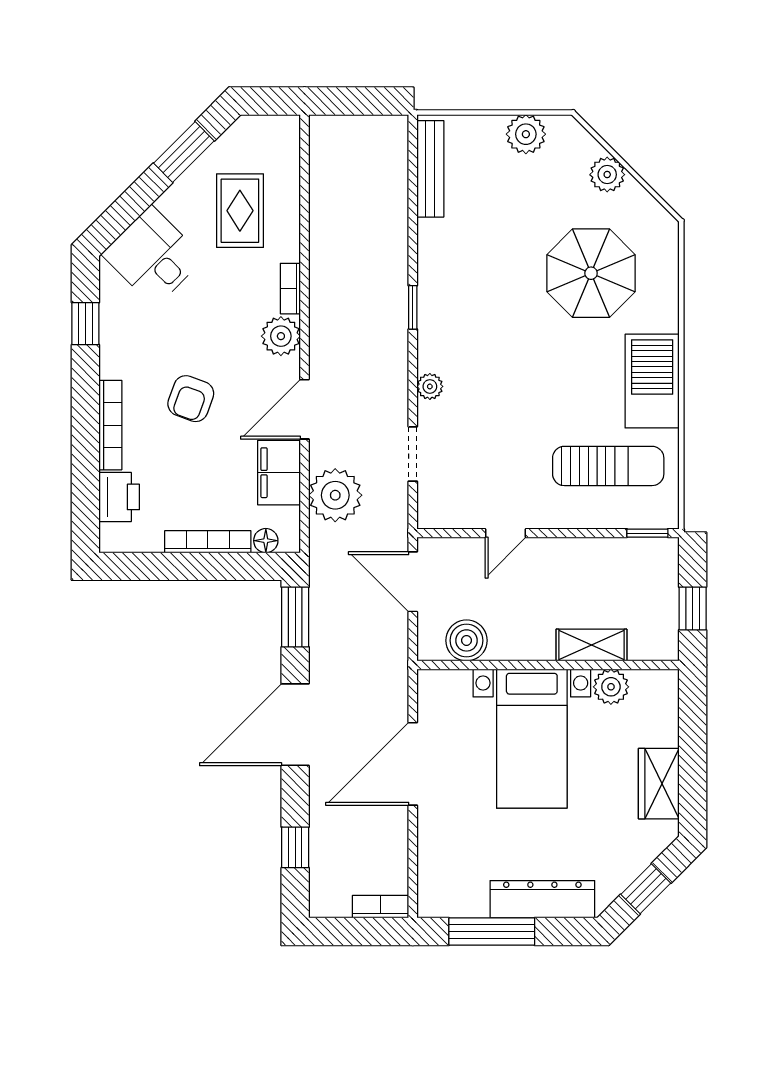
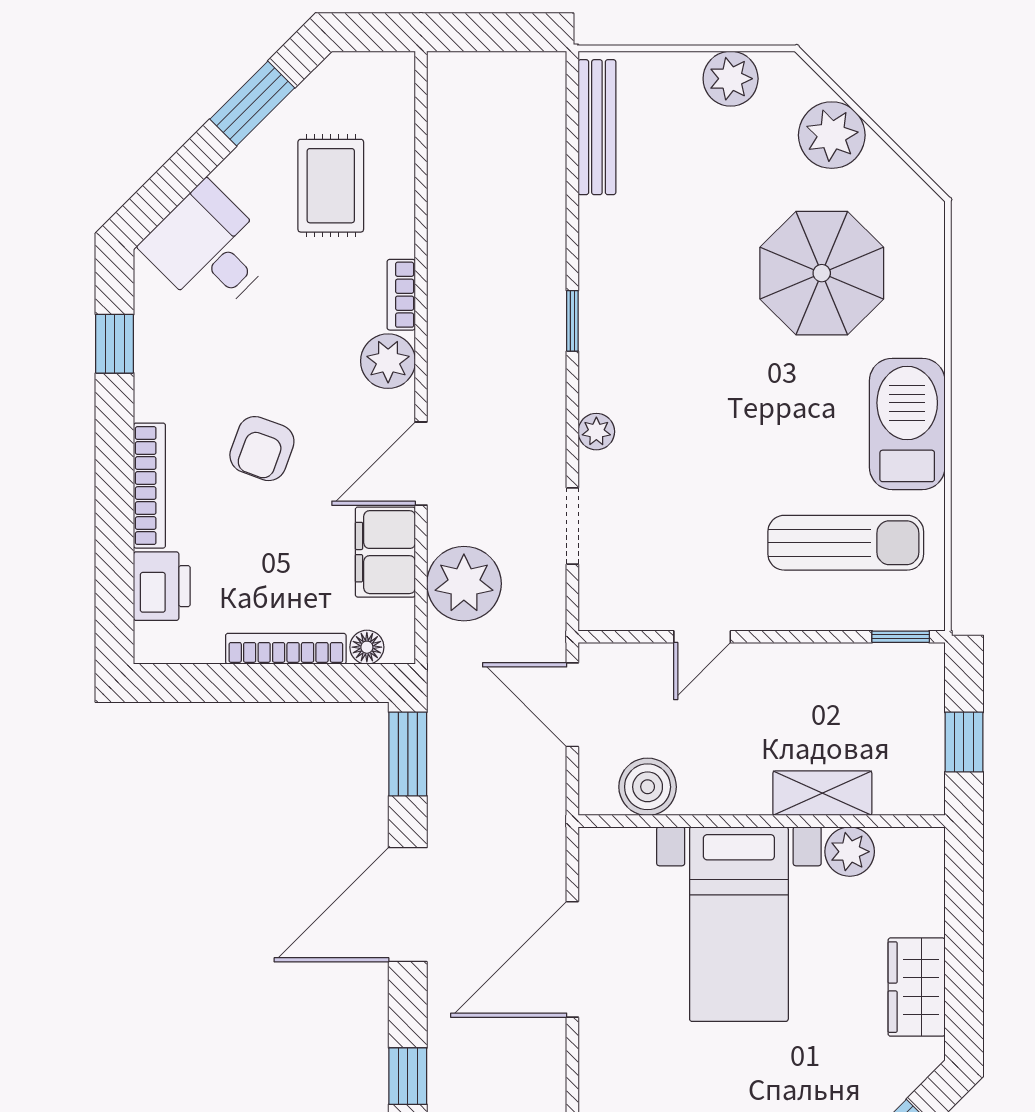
plant: (607, 175) -> (832, 135), width x1.36, depth x1.36

